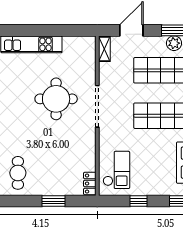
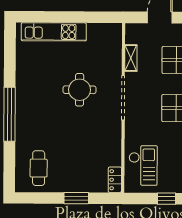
shelving: (104, 49) -> (131, 58), moved
round table: (56, 99) -> (80, 90), width x0.73, depth x0.73

